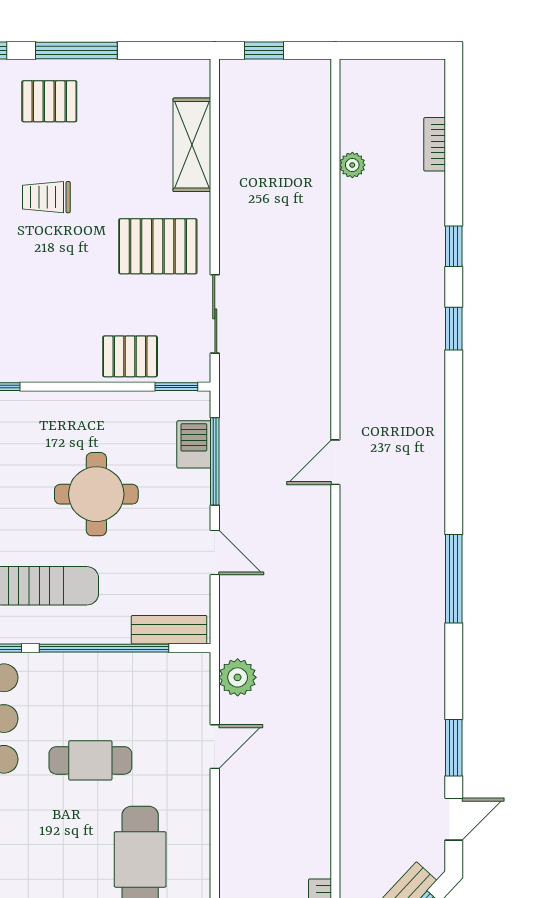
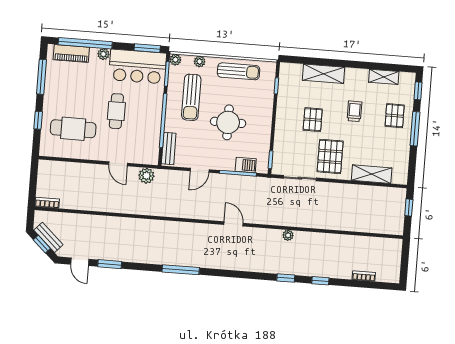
plant: (352, 165) -> (288, 235), moved
pallet: (130, 356) -> (313, 120), moved

